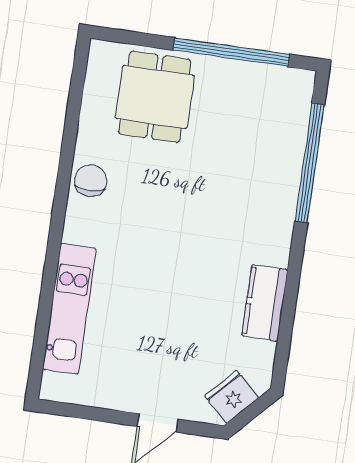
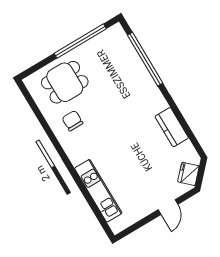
dining table: (155, 97) -> (65, 82), turned 90
chair: (91, 181) -> (72, 121), moved

